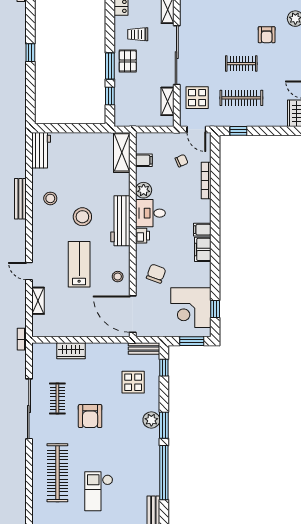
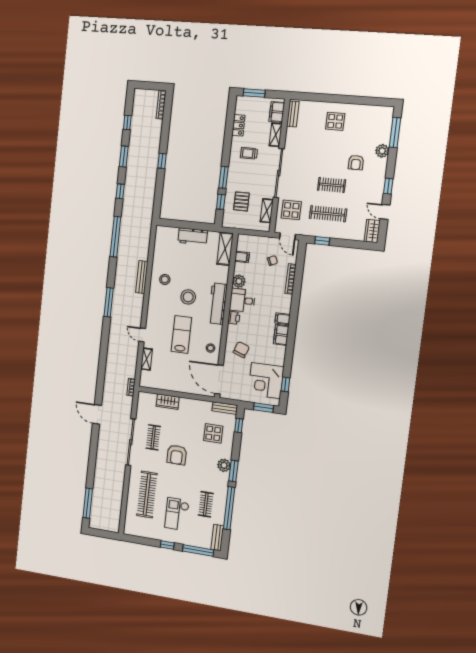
pallet: (128, 61) -> (241, 201), moved
workbench: (41, 150) -> (193, 236), moved, turned 90
clothes rail: (134, 473) -> (206, 504), added

